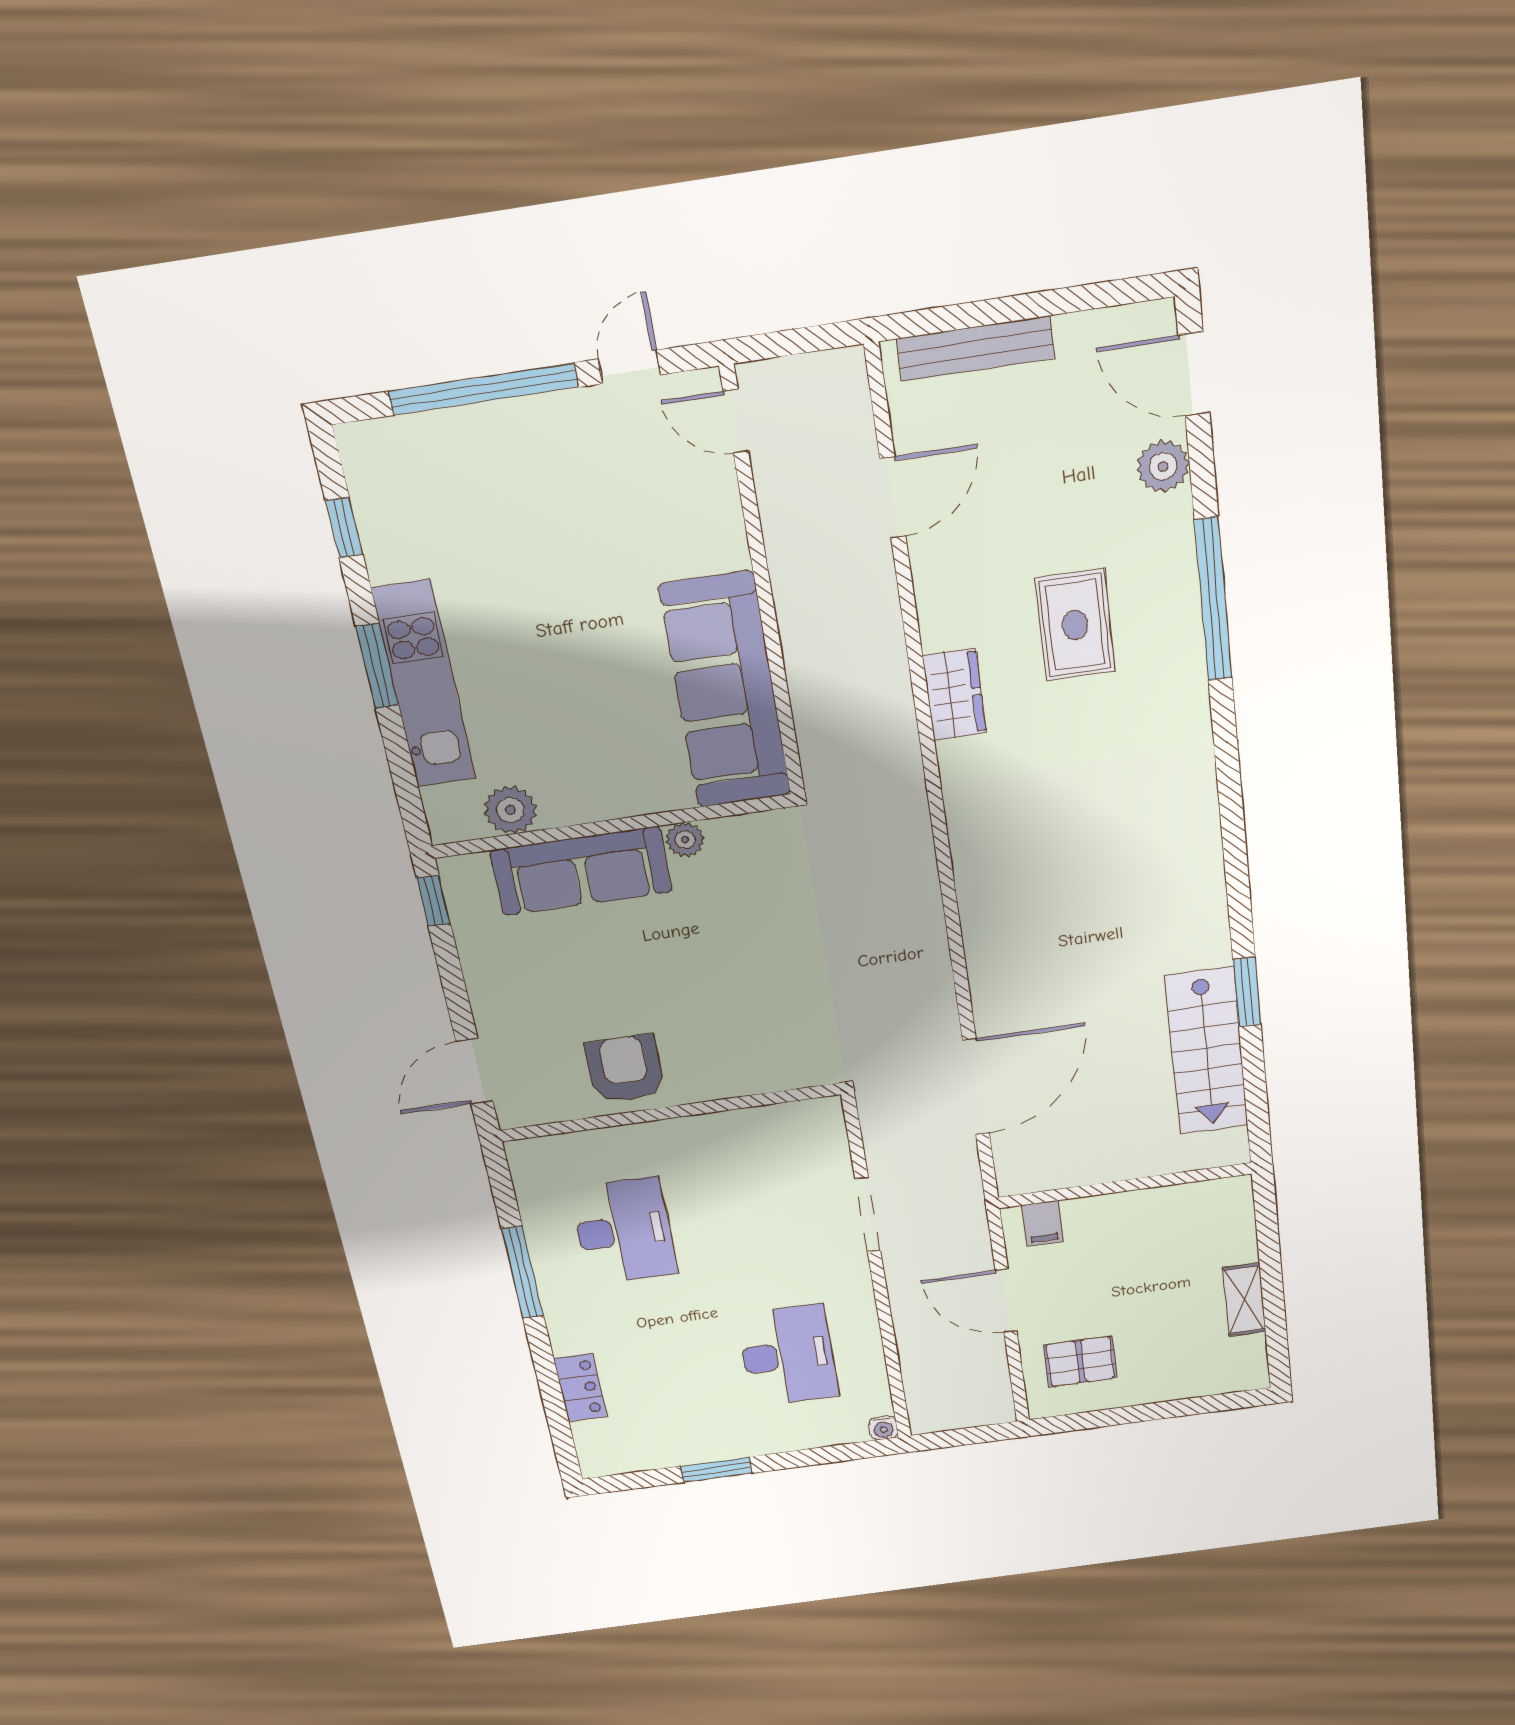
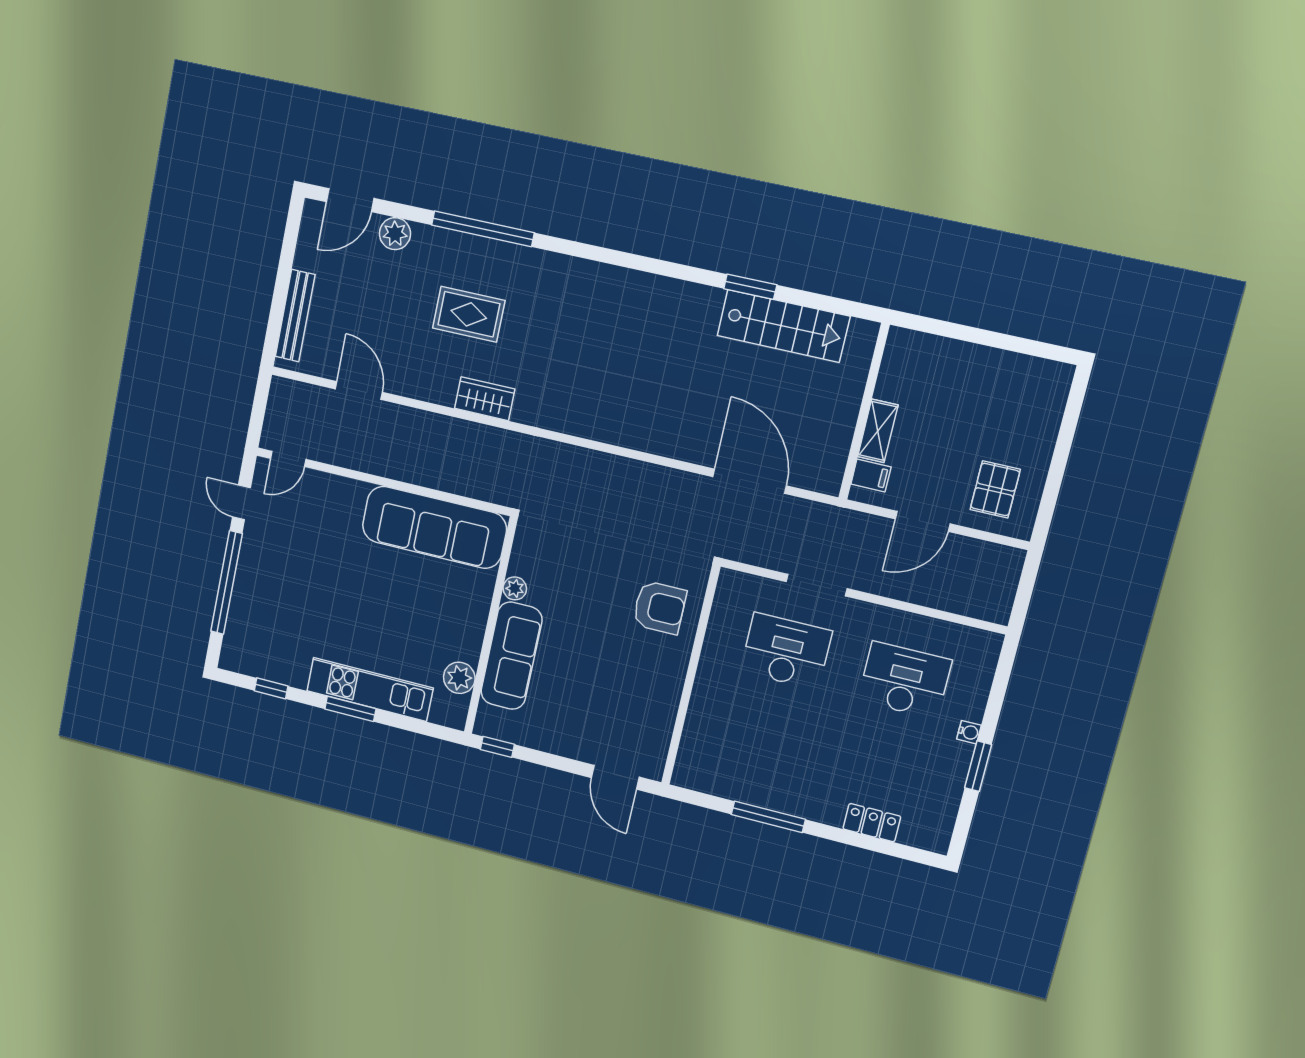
armchair: (625, 1069) -> (659, 607), moved, turned 180
desk: (624, 1231) -> (786, 651), moved
shelving: (1244, 1300) -> (878, 431), moved, turned 90
water cooler: (883, 1428) -> (969, 732), moved

